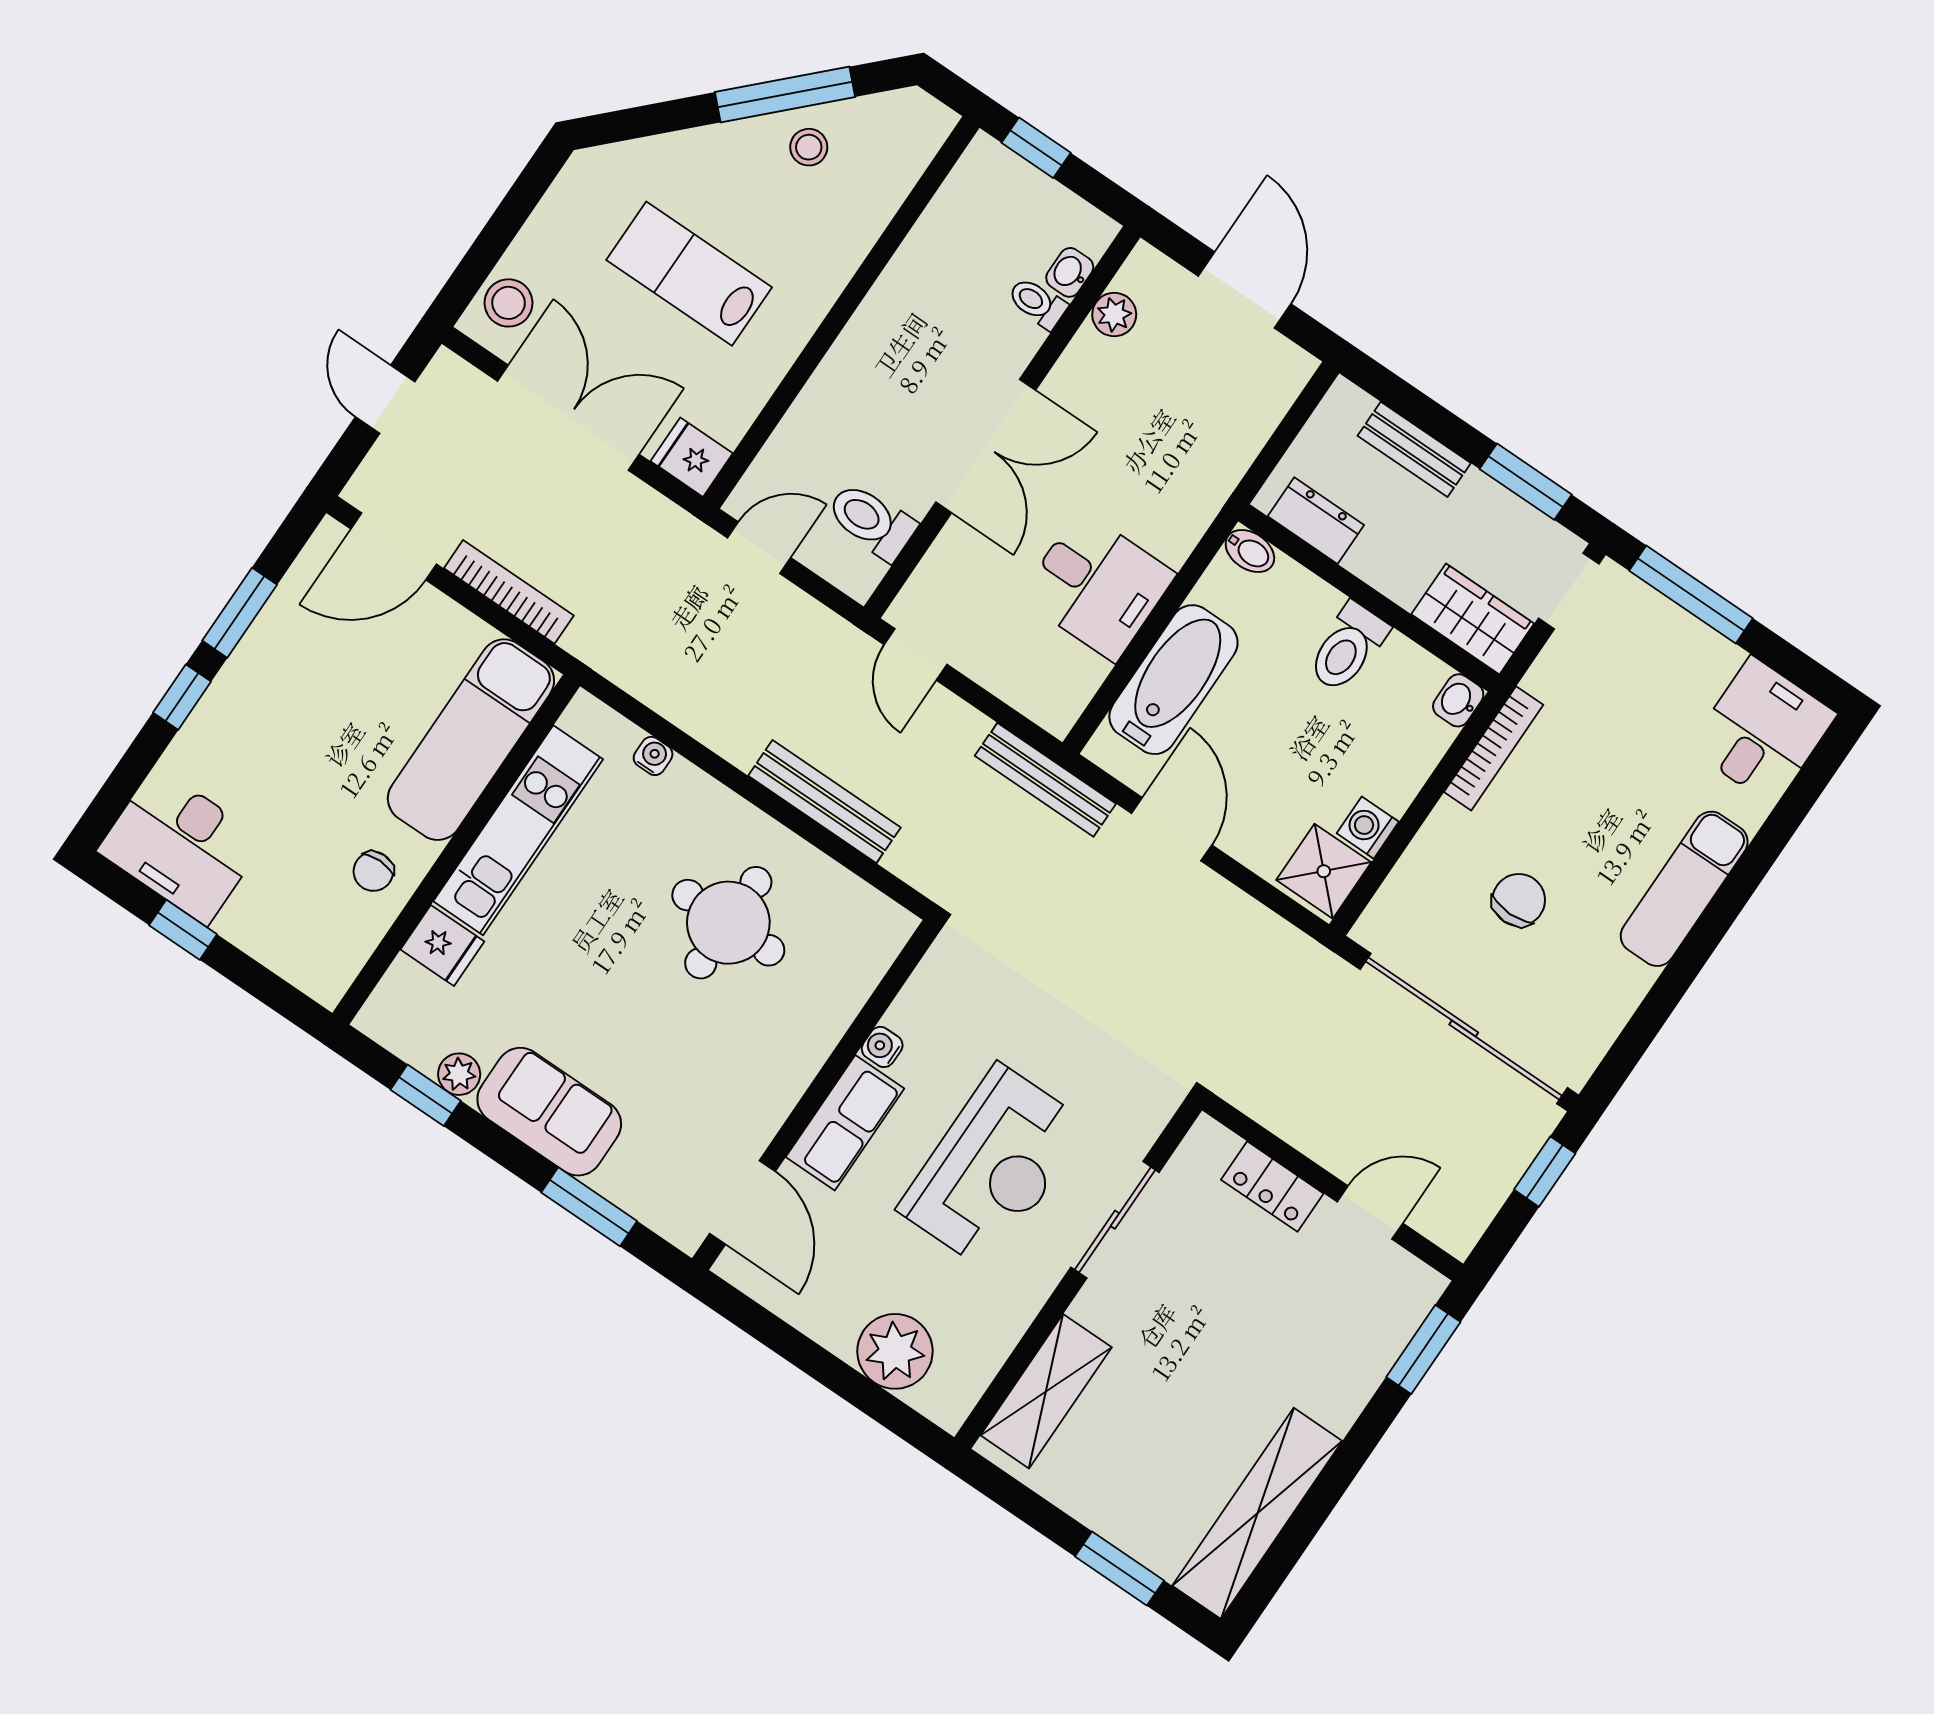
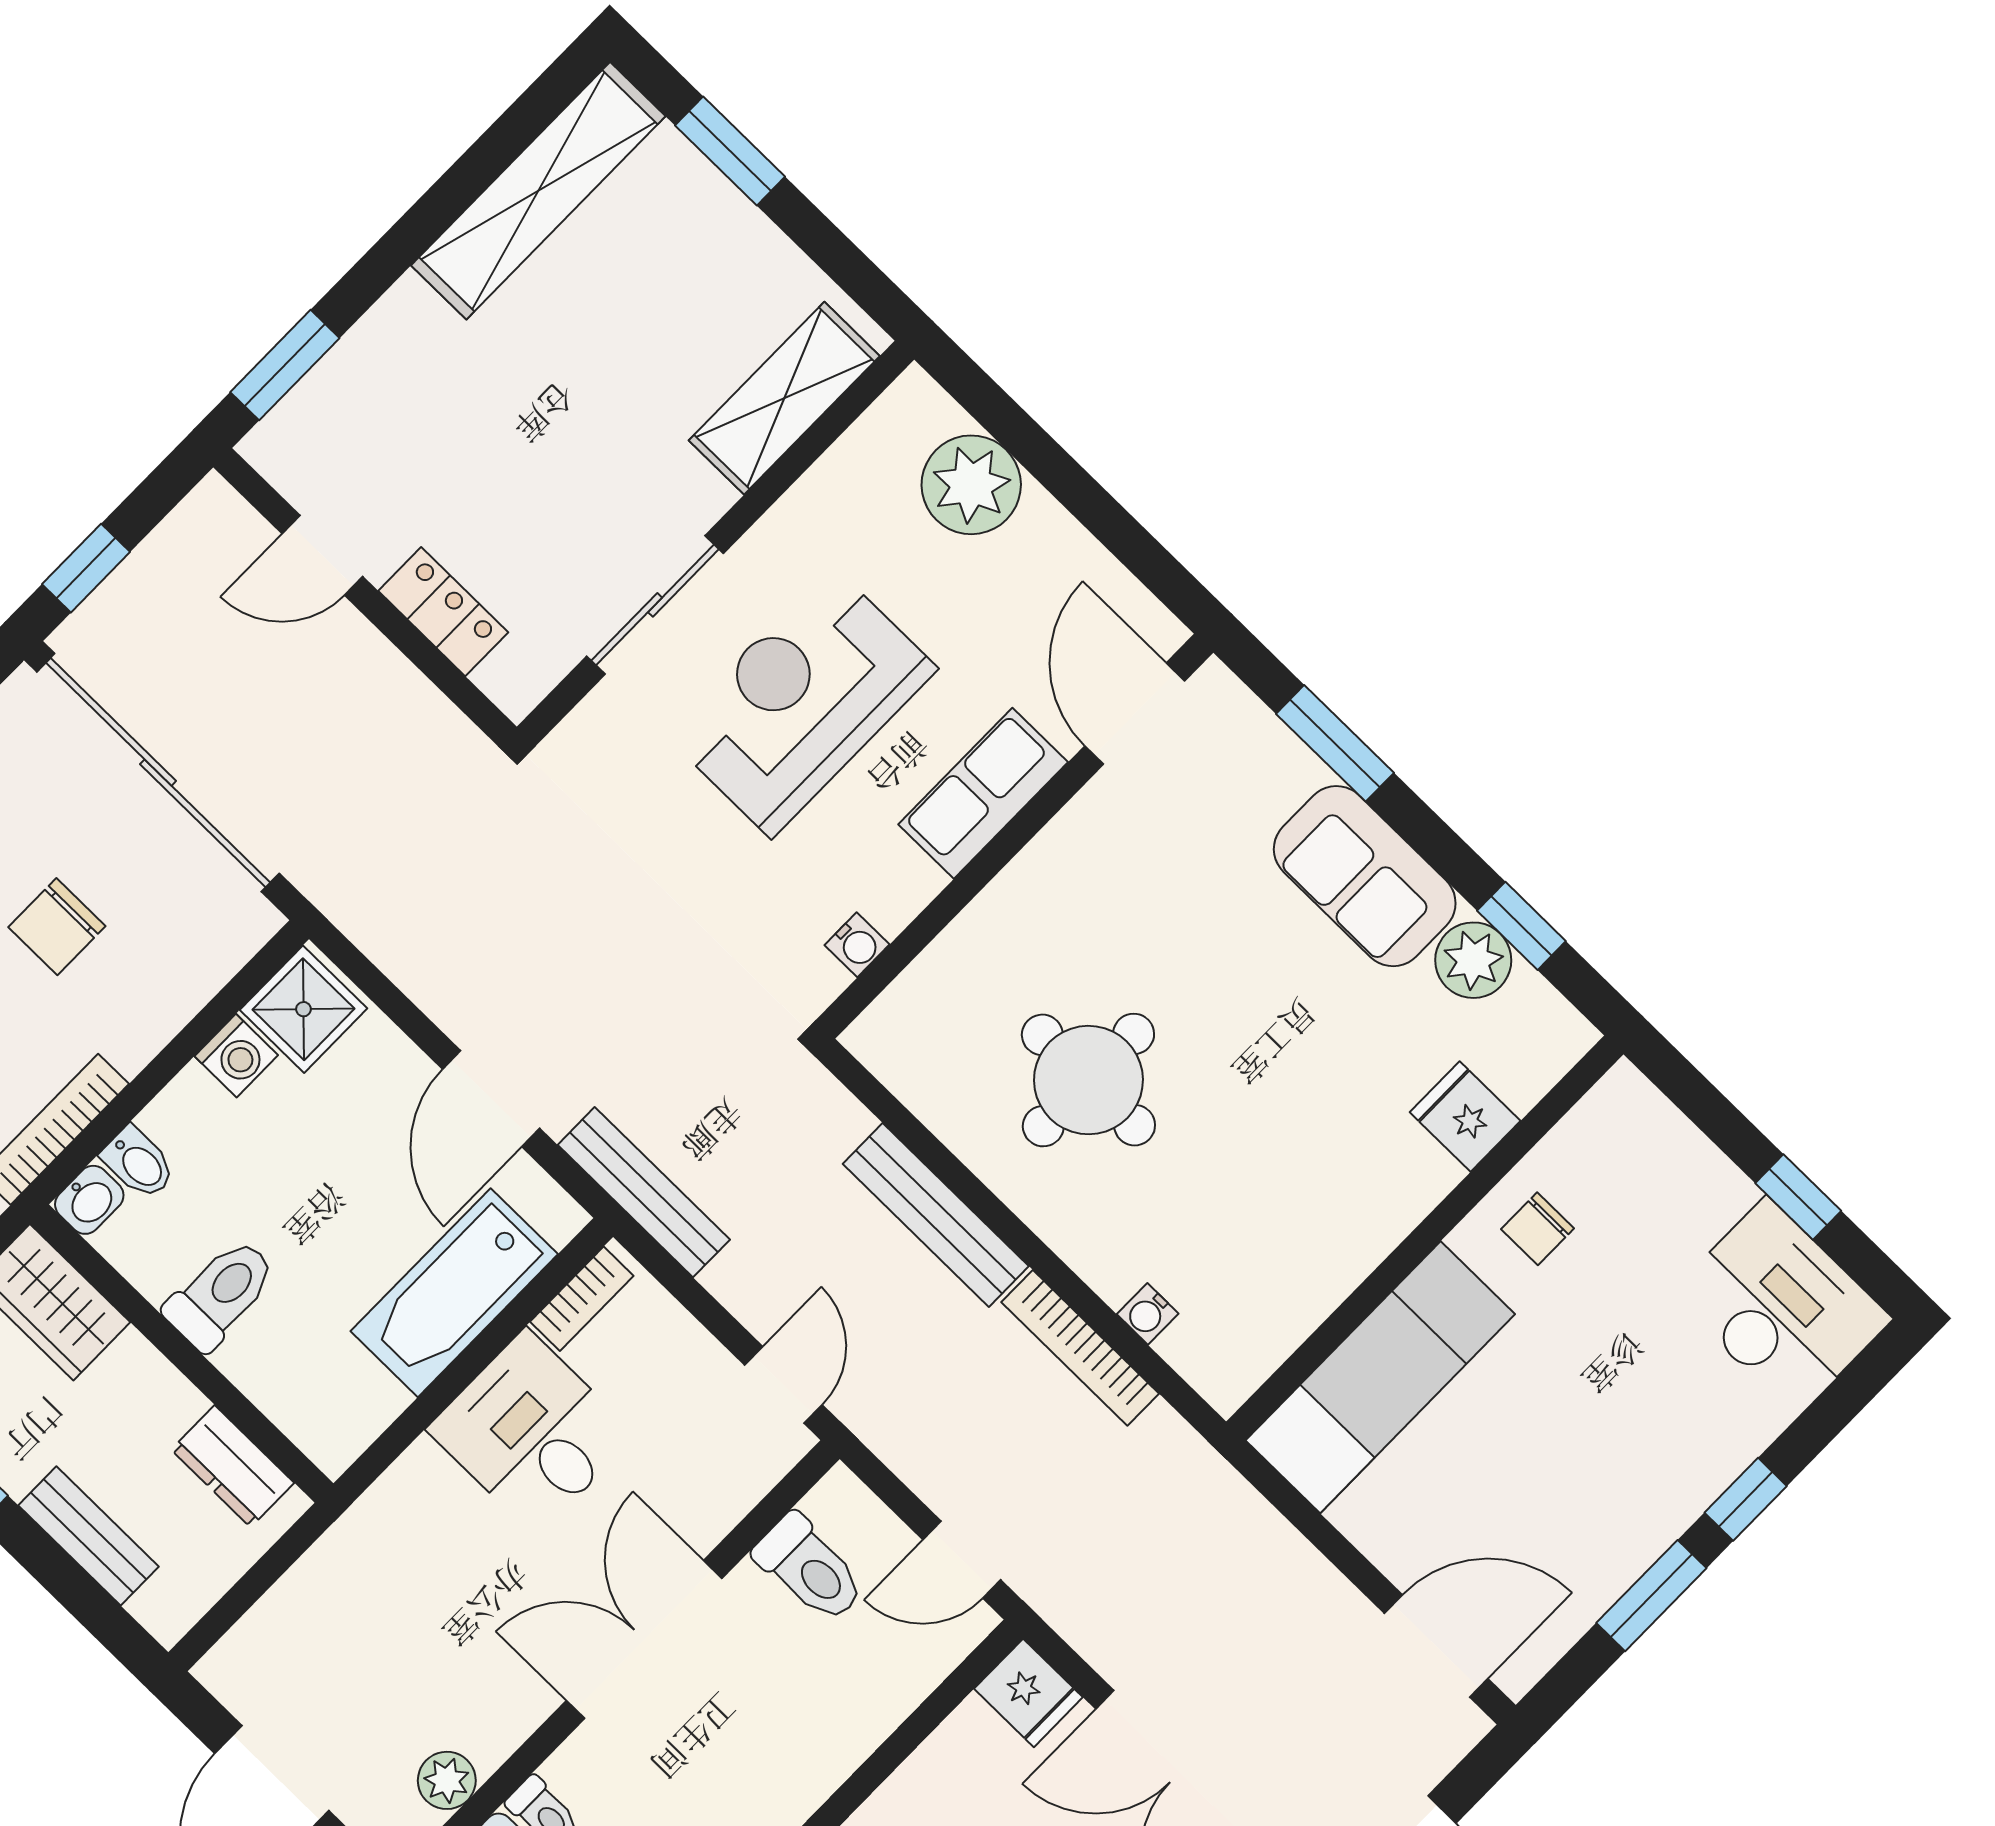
bidet: (1250, 551) -> (139, 1163), moved, turned 180
bookcase: (509, 592) -> (1080, 1348), moved
bookcase: (1077, 692) -> (582, 1299), added
kitchen unit: (518, 830) -> (1340, 1249), removed
chair: (373, 871) -> (1537, 1229), turned 180
water cooler: (882, 1047) -> (857, 945), moved
plant: (459, 1074) -> (1473, 960), width x1.38, depth x1.38

